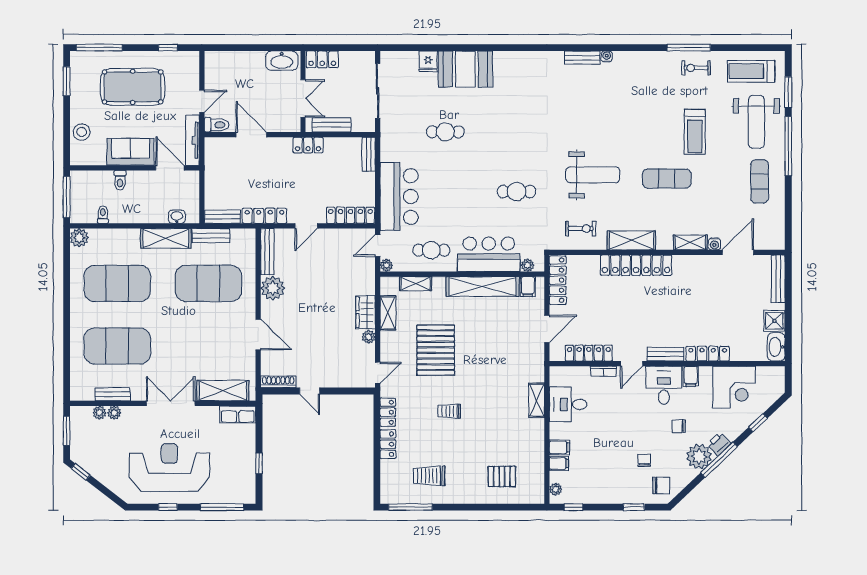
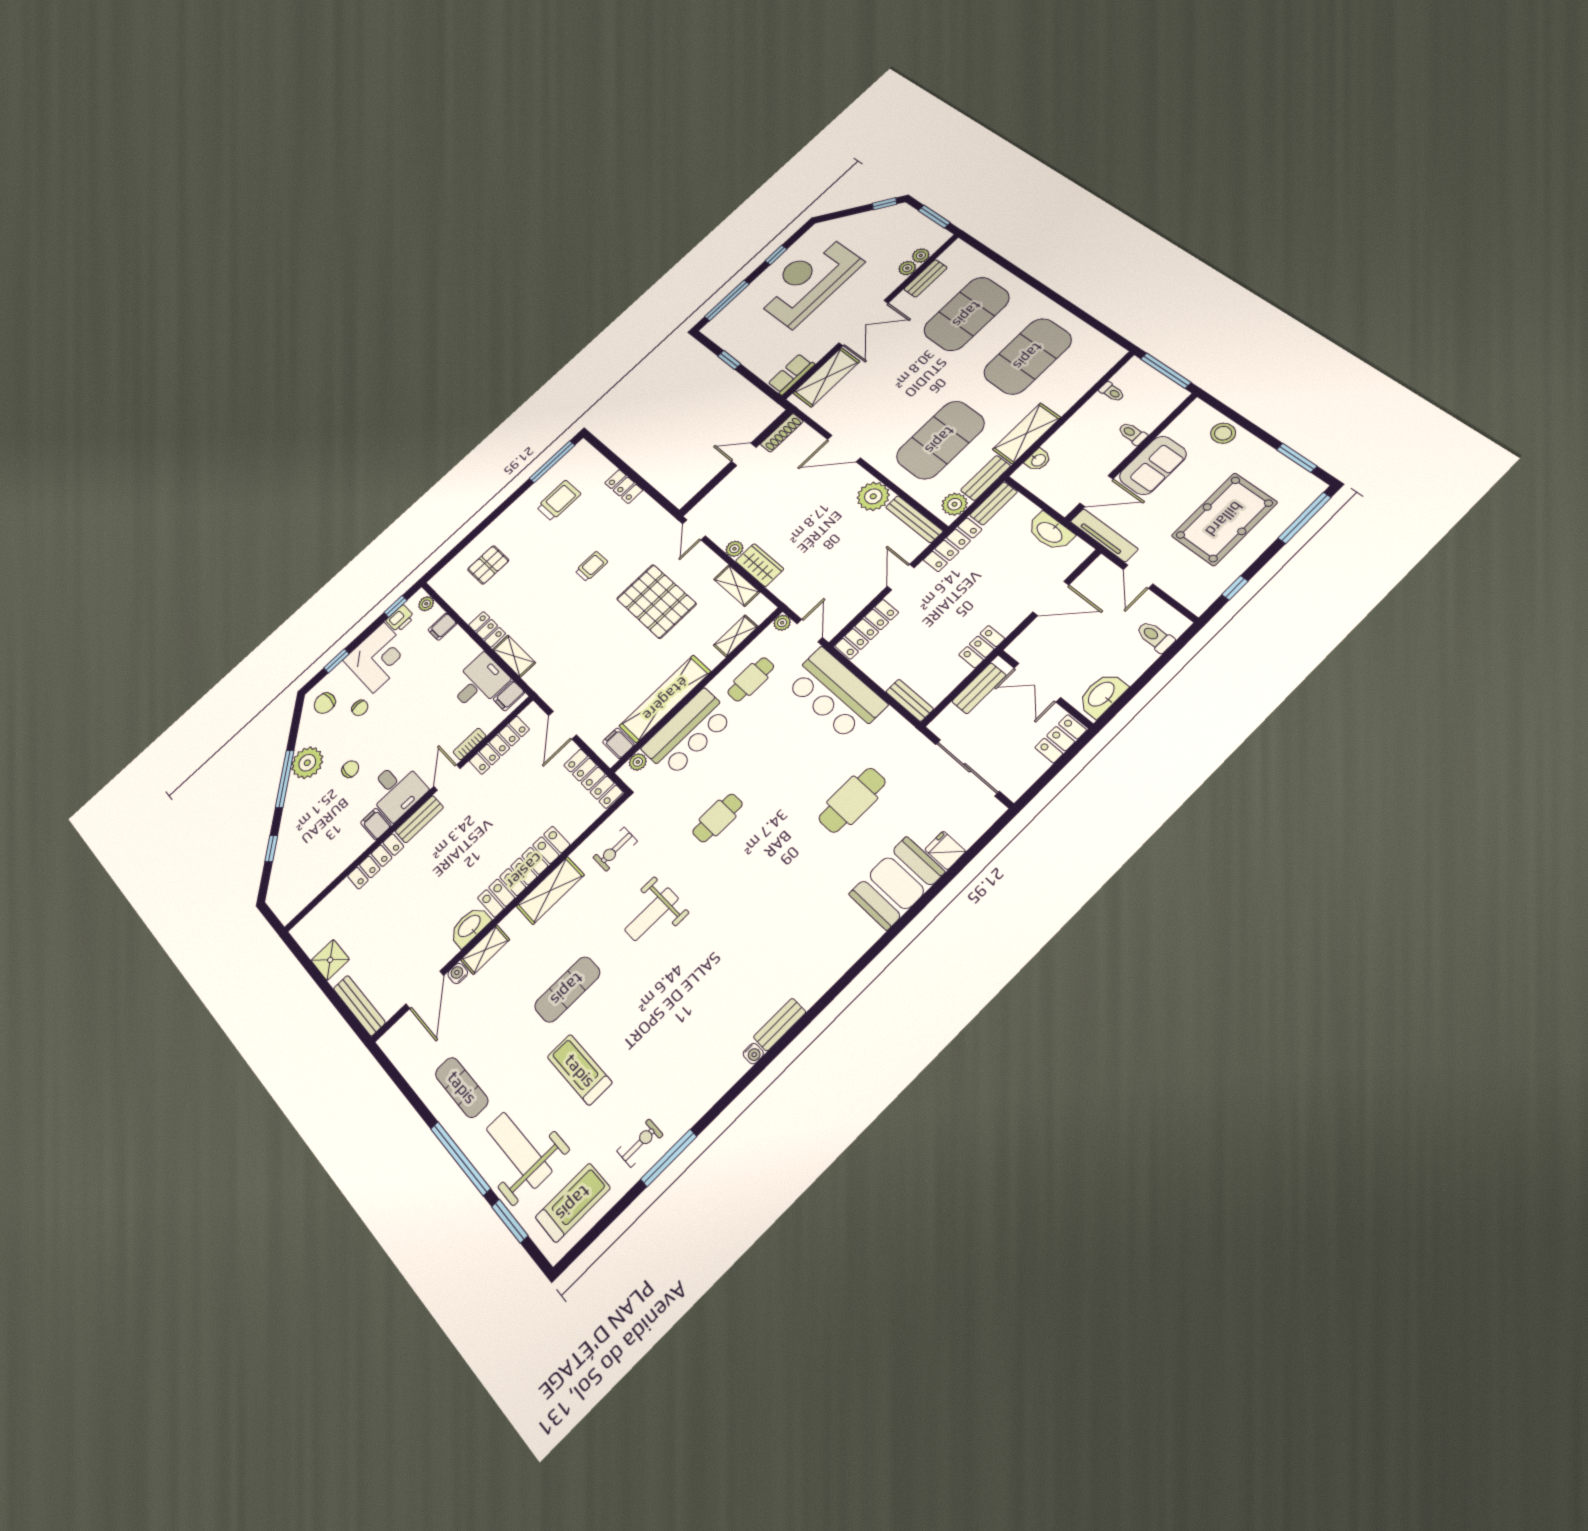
toilet: (216, 125) -> (1155, 637), moved, turned 90
cafe table: (445, 132) -> (852, 800), width x1.37, depth x1.35
washbasin: (214, 170) -> (1050, 532), added
weight bench: (593, 175) -> (652, 914), width x0.73, depth x0.75
plant: (79, 238) -> (955, 504), moved
washbasin: (776, 347) -> (470, 926), moved, turned -90
corner desk: (734, 387) -> (379, 657), moved, turned 180
locker: (388, 412) -> (487, 629), moved, turned 180
printer: (719, 444) -> (400, 619), moved, turned 43
filing cabinet: (559, 447) -> (509, 696), moved
reception desk: (169, 467) -> (808, 281), turned 180

